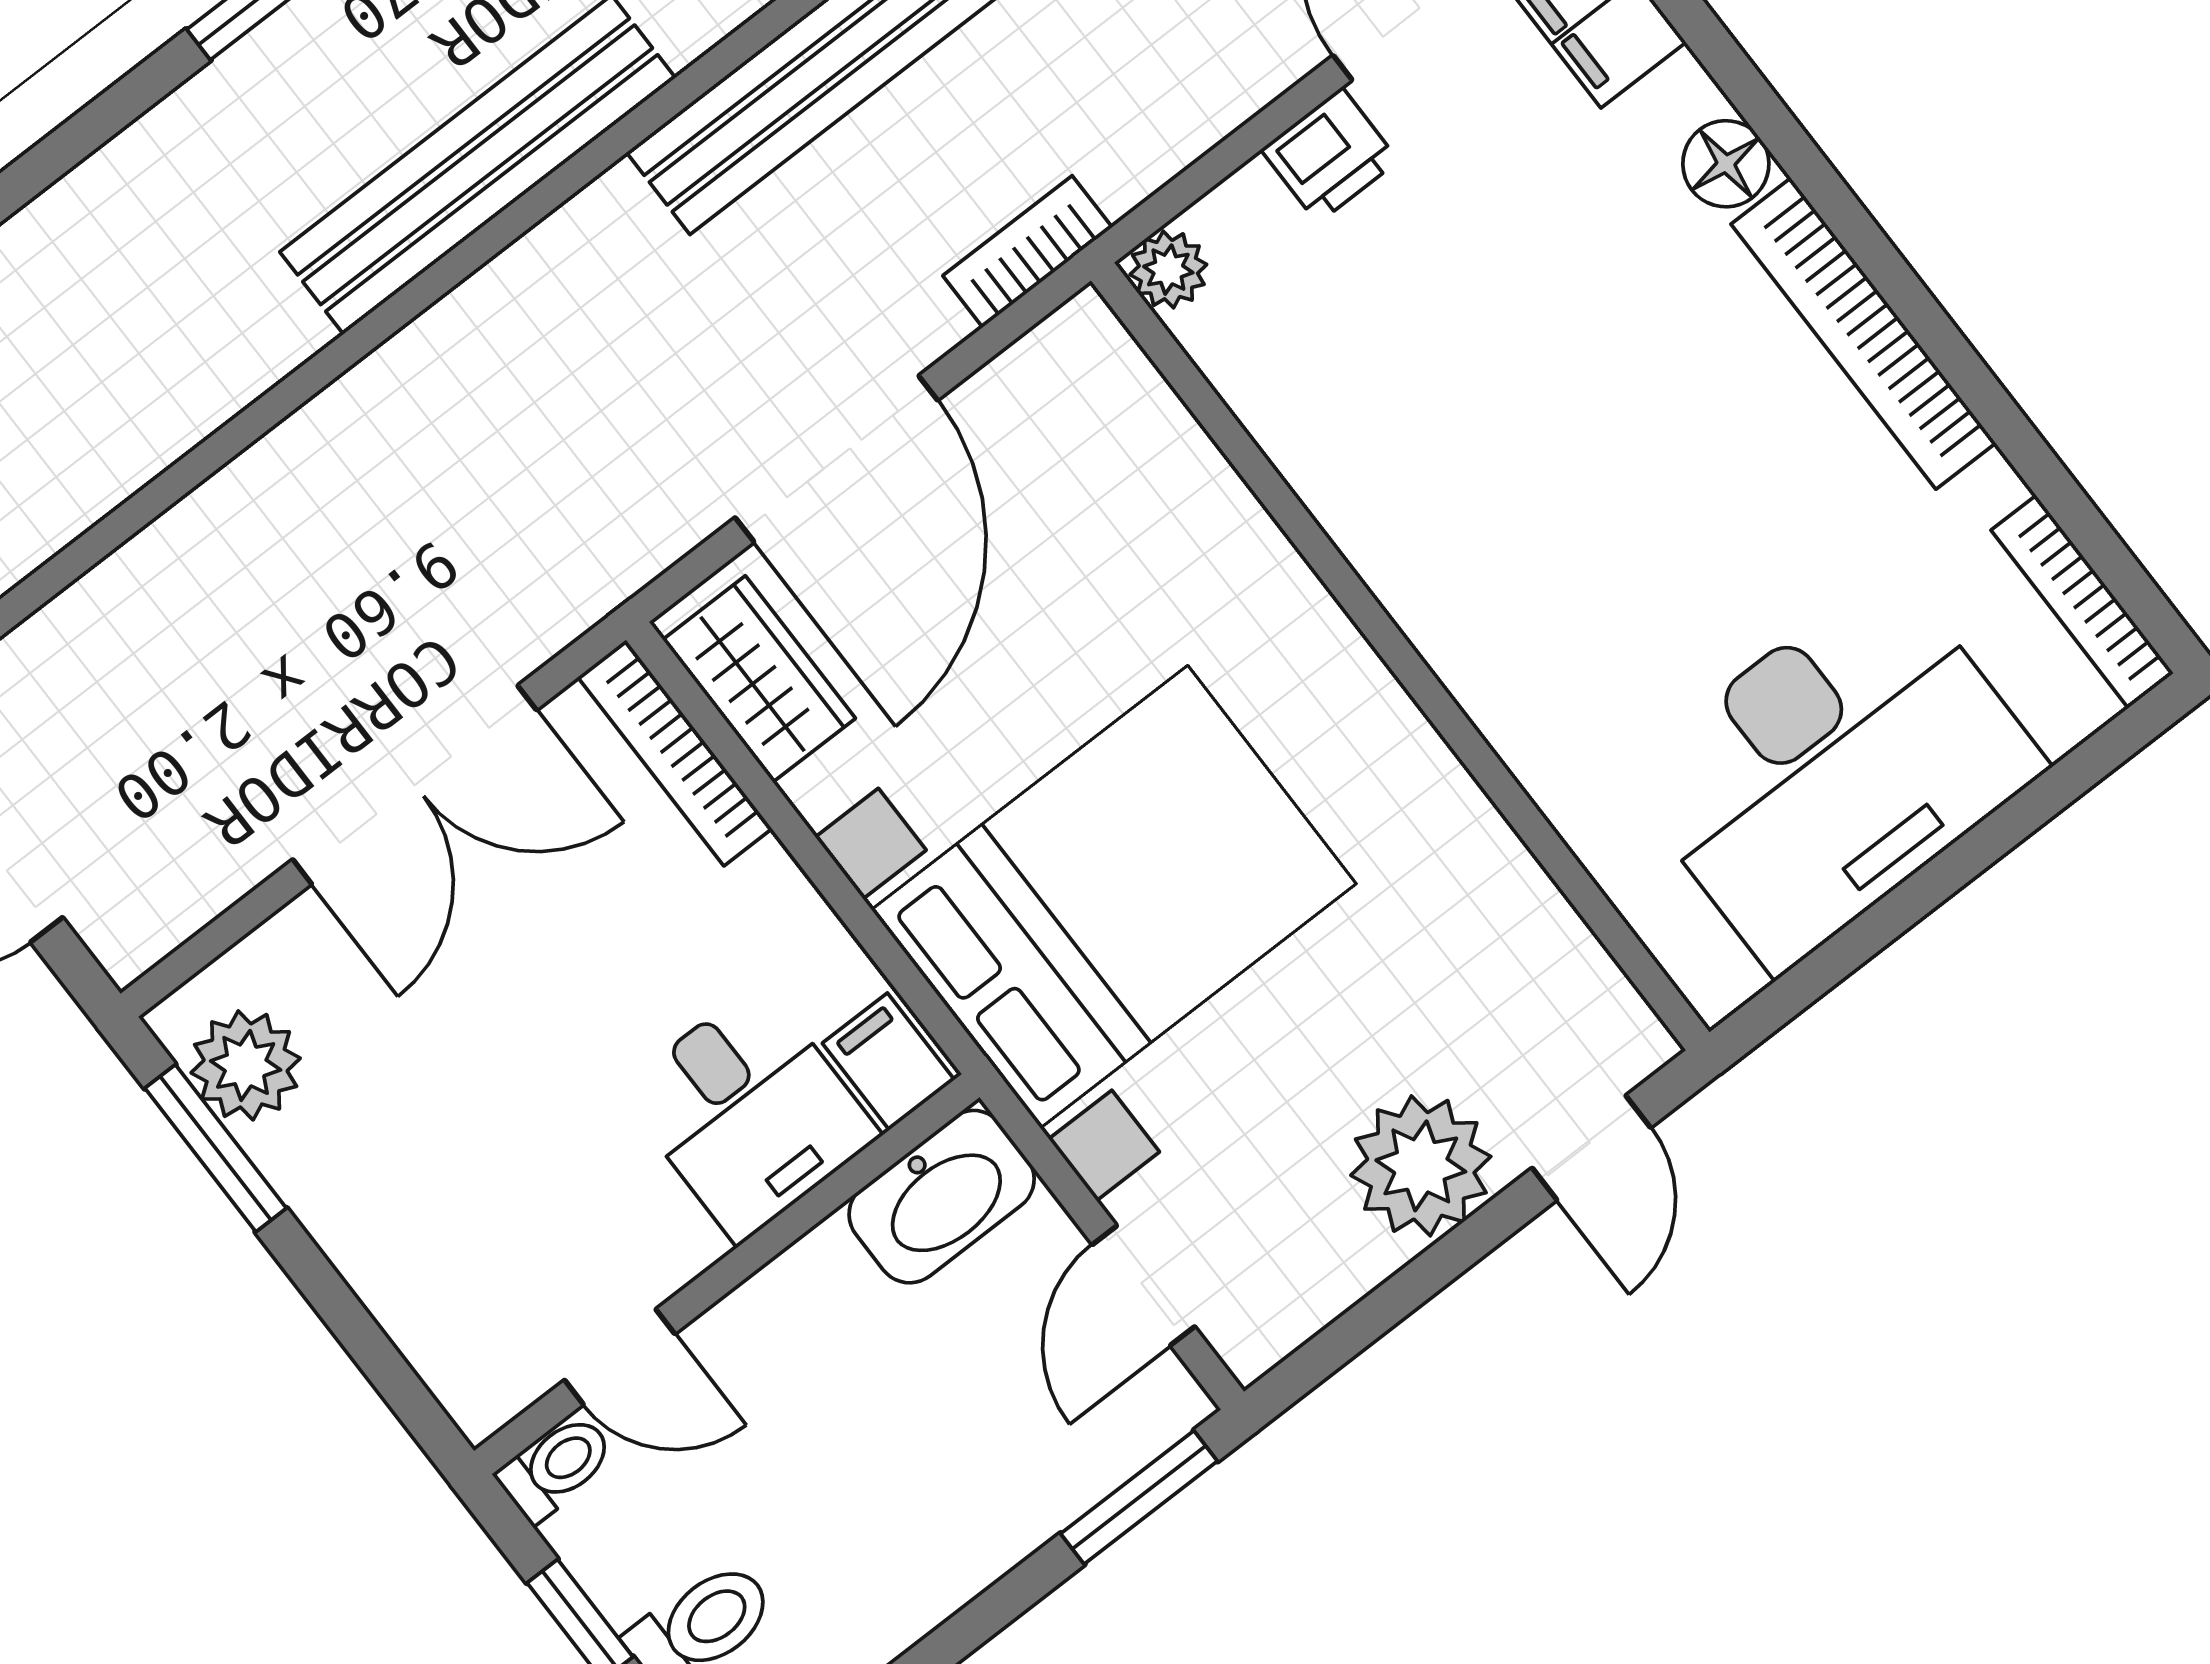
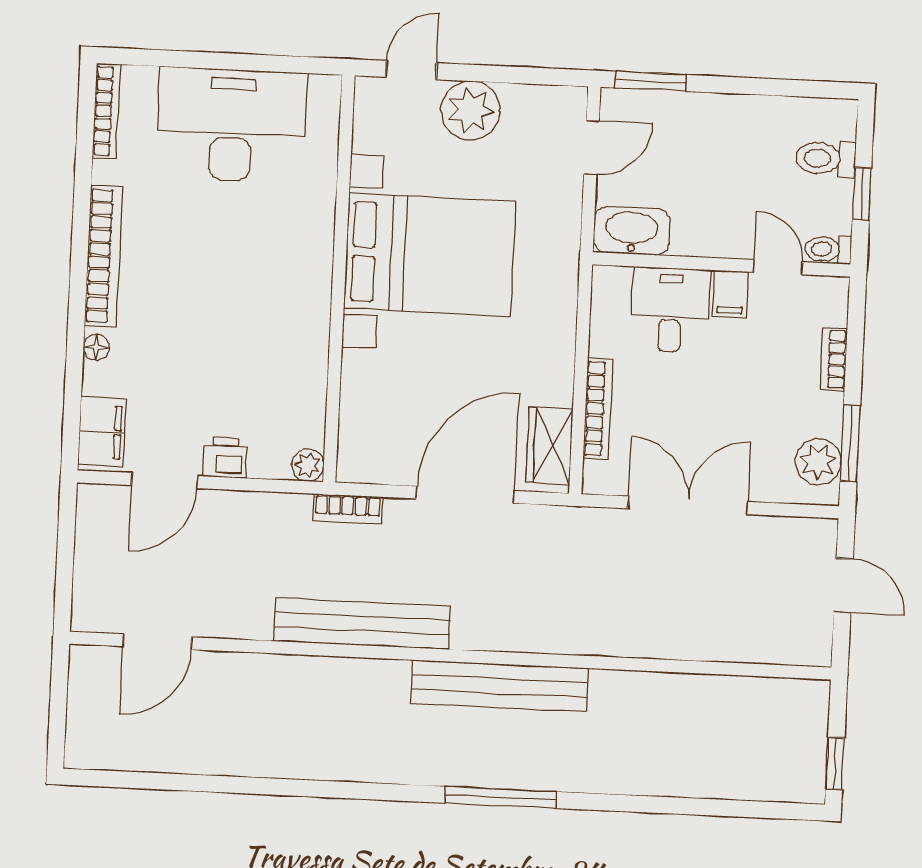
floor lamp: (1726, 164) -> (96, 347), width x0.73, depth x0.73
bookcase: (675, 753) -> (598, 409), moved
bed with nightstands: (1114, 897) -> (430, 255), moved, turned 180
filing cabinet: (888, 1061) -> (730, 294), moved
bookcase: (375, 1276) -> (834, 359), added

